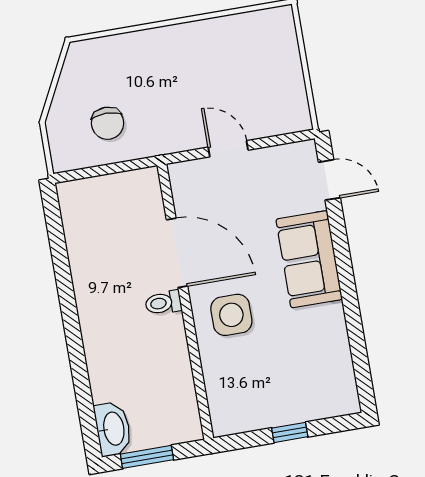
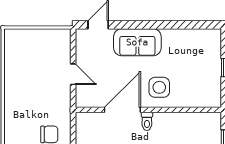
door: (228, 149) -> (73, 74), swing flipped

